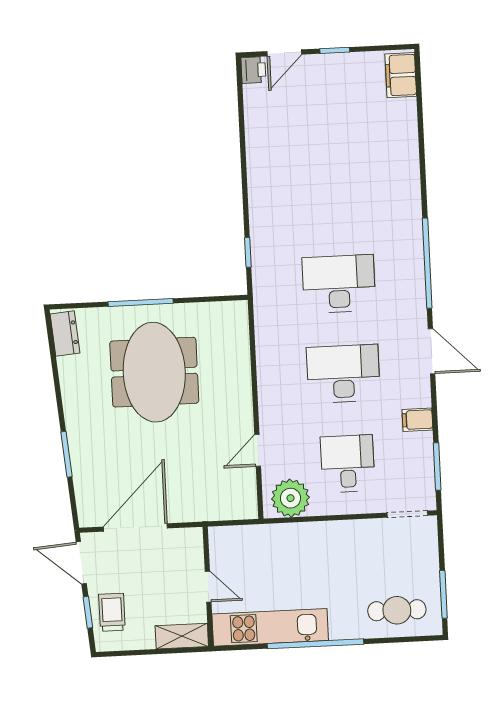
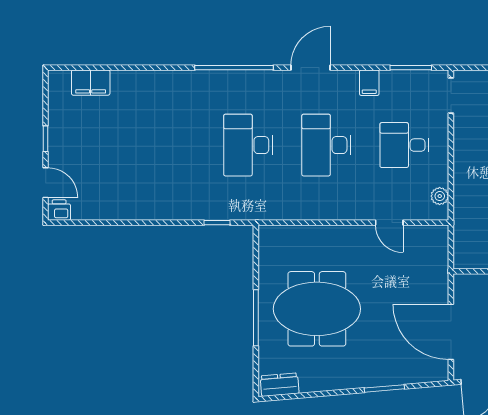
filing cabinet: (401, 75) -> (91, 83), moved
plant: (291, 498) -> (440, 196), width x0.53, depth x0.53

